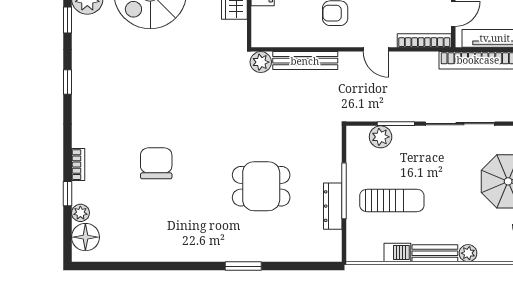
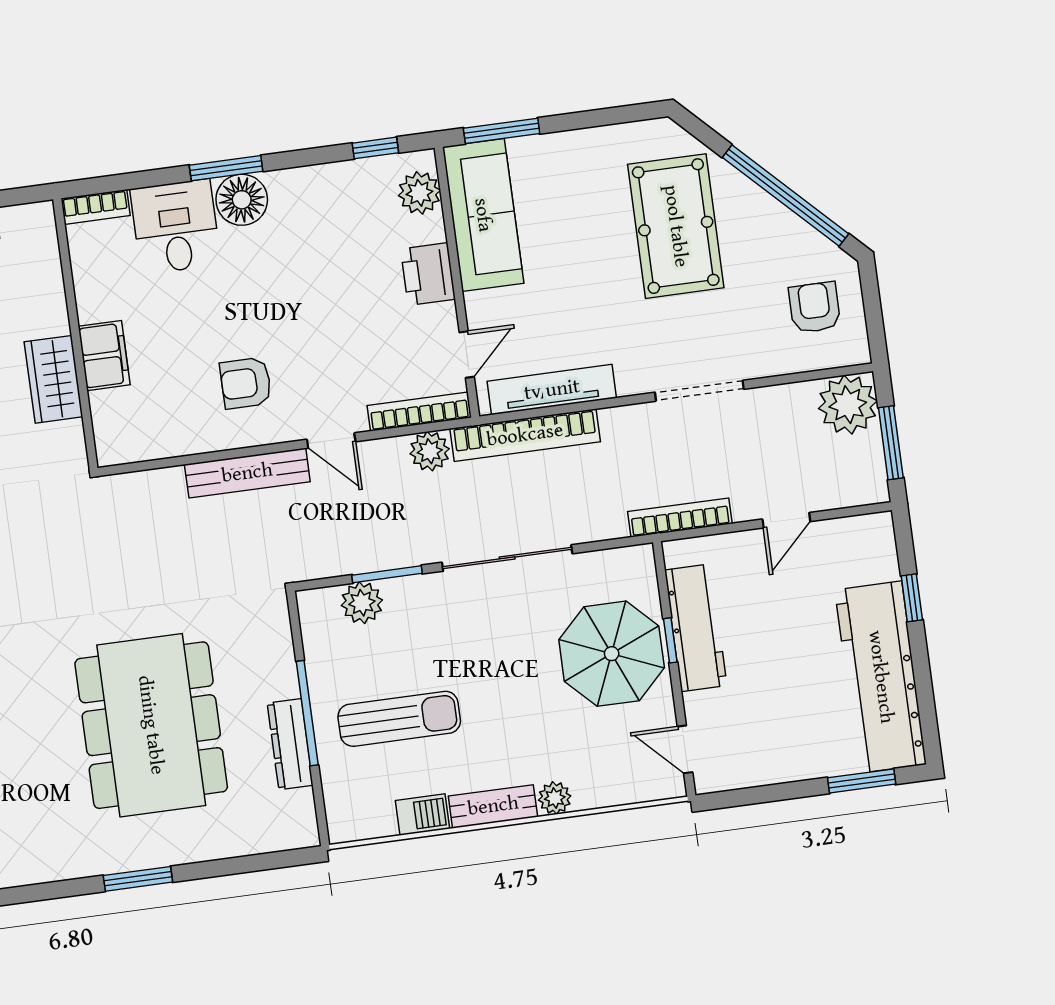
bench: (305, 61) -> (247, 473), moved
plant: (261, 62) -> (430, 451), moved
dining table: (261, 186) -> (151, 725), width x1.88, depth x1.24

